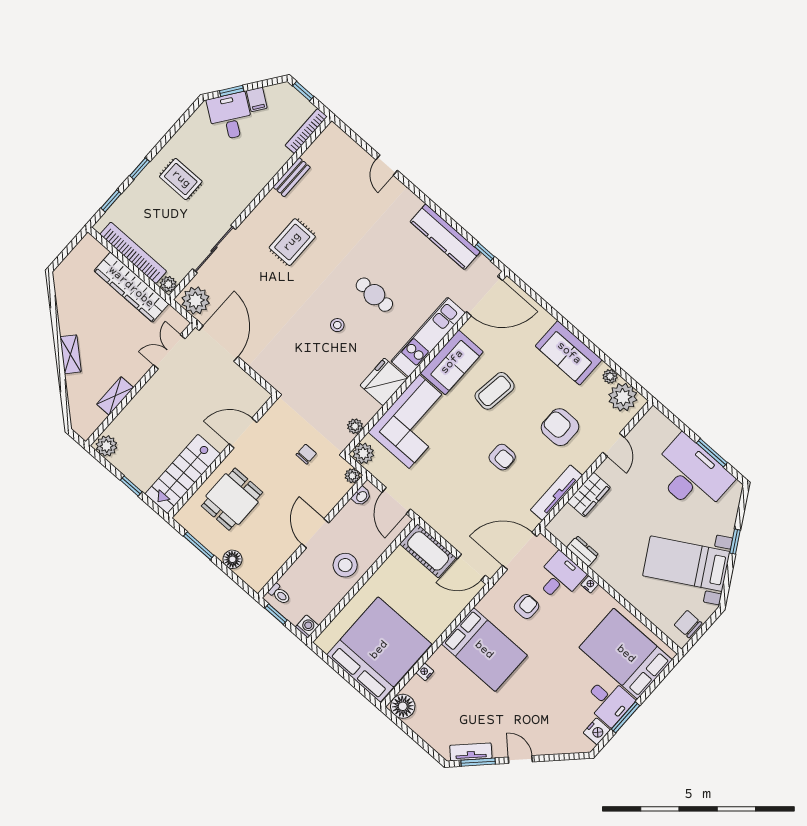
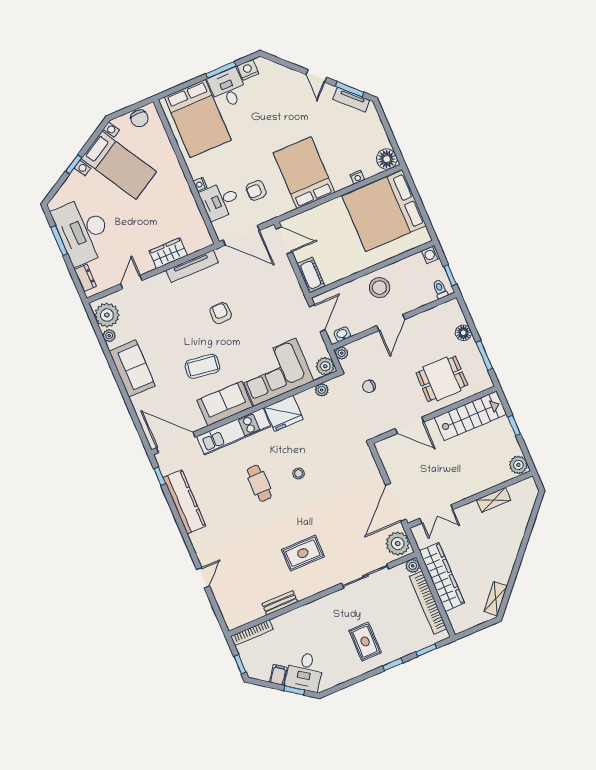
shelving: (71, 354) -> (496, 599), moved
armchair: (560, 427) -> (166, 315), removed
cot: (428, 551) -> (311, 275), width x0.73, depth x0.75
dresser: (583, 551) -> (85, 278), moved, turned 180

